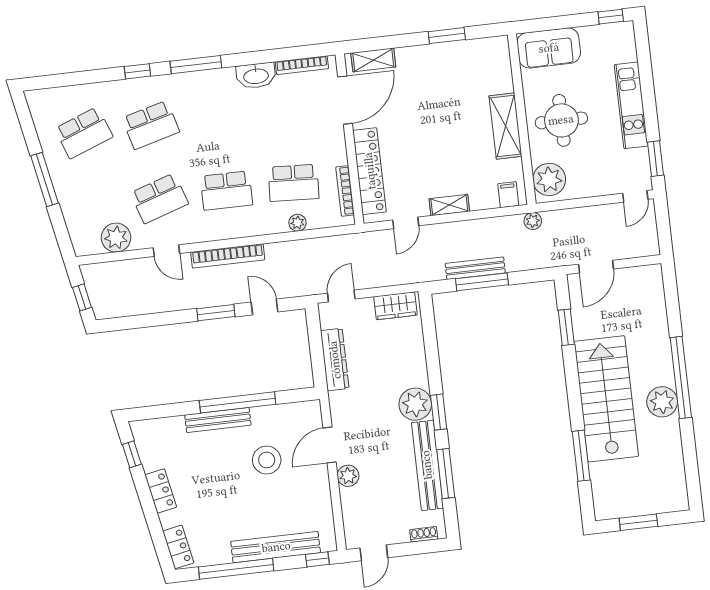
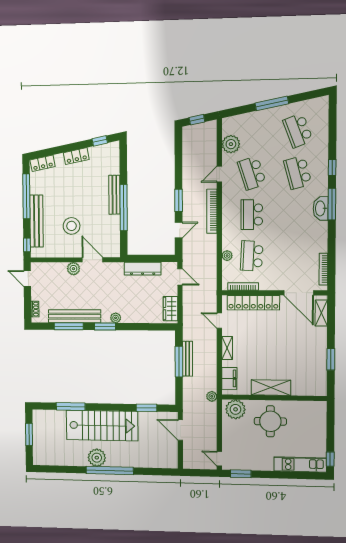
sofa: (549, 48) -> (316, 420), removed
washbasin: (256, 76) -> (321, 208), moved
kitchen unit: (631, 105) -> (300, 464), moved
filing cabinet: (508, 195) -> (229, 378), width x2.00
plant: (415, 404) -> (116, 318), width x0.53, depth x0.53
stool: (267, 460) -> (72, 226), moved

